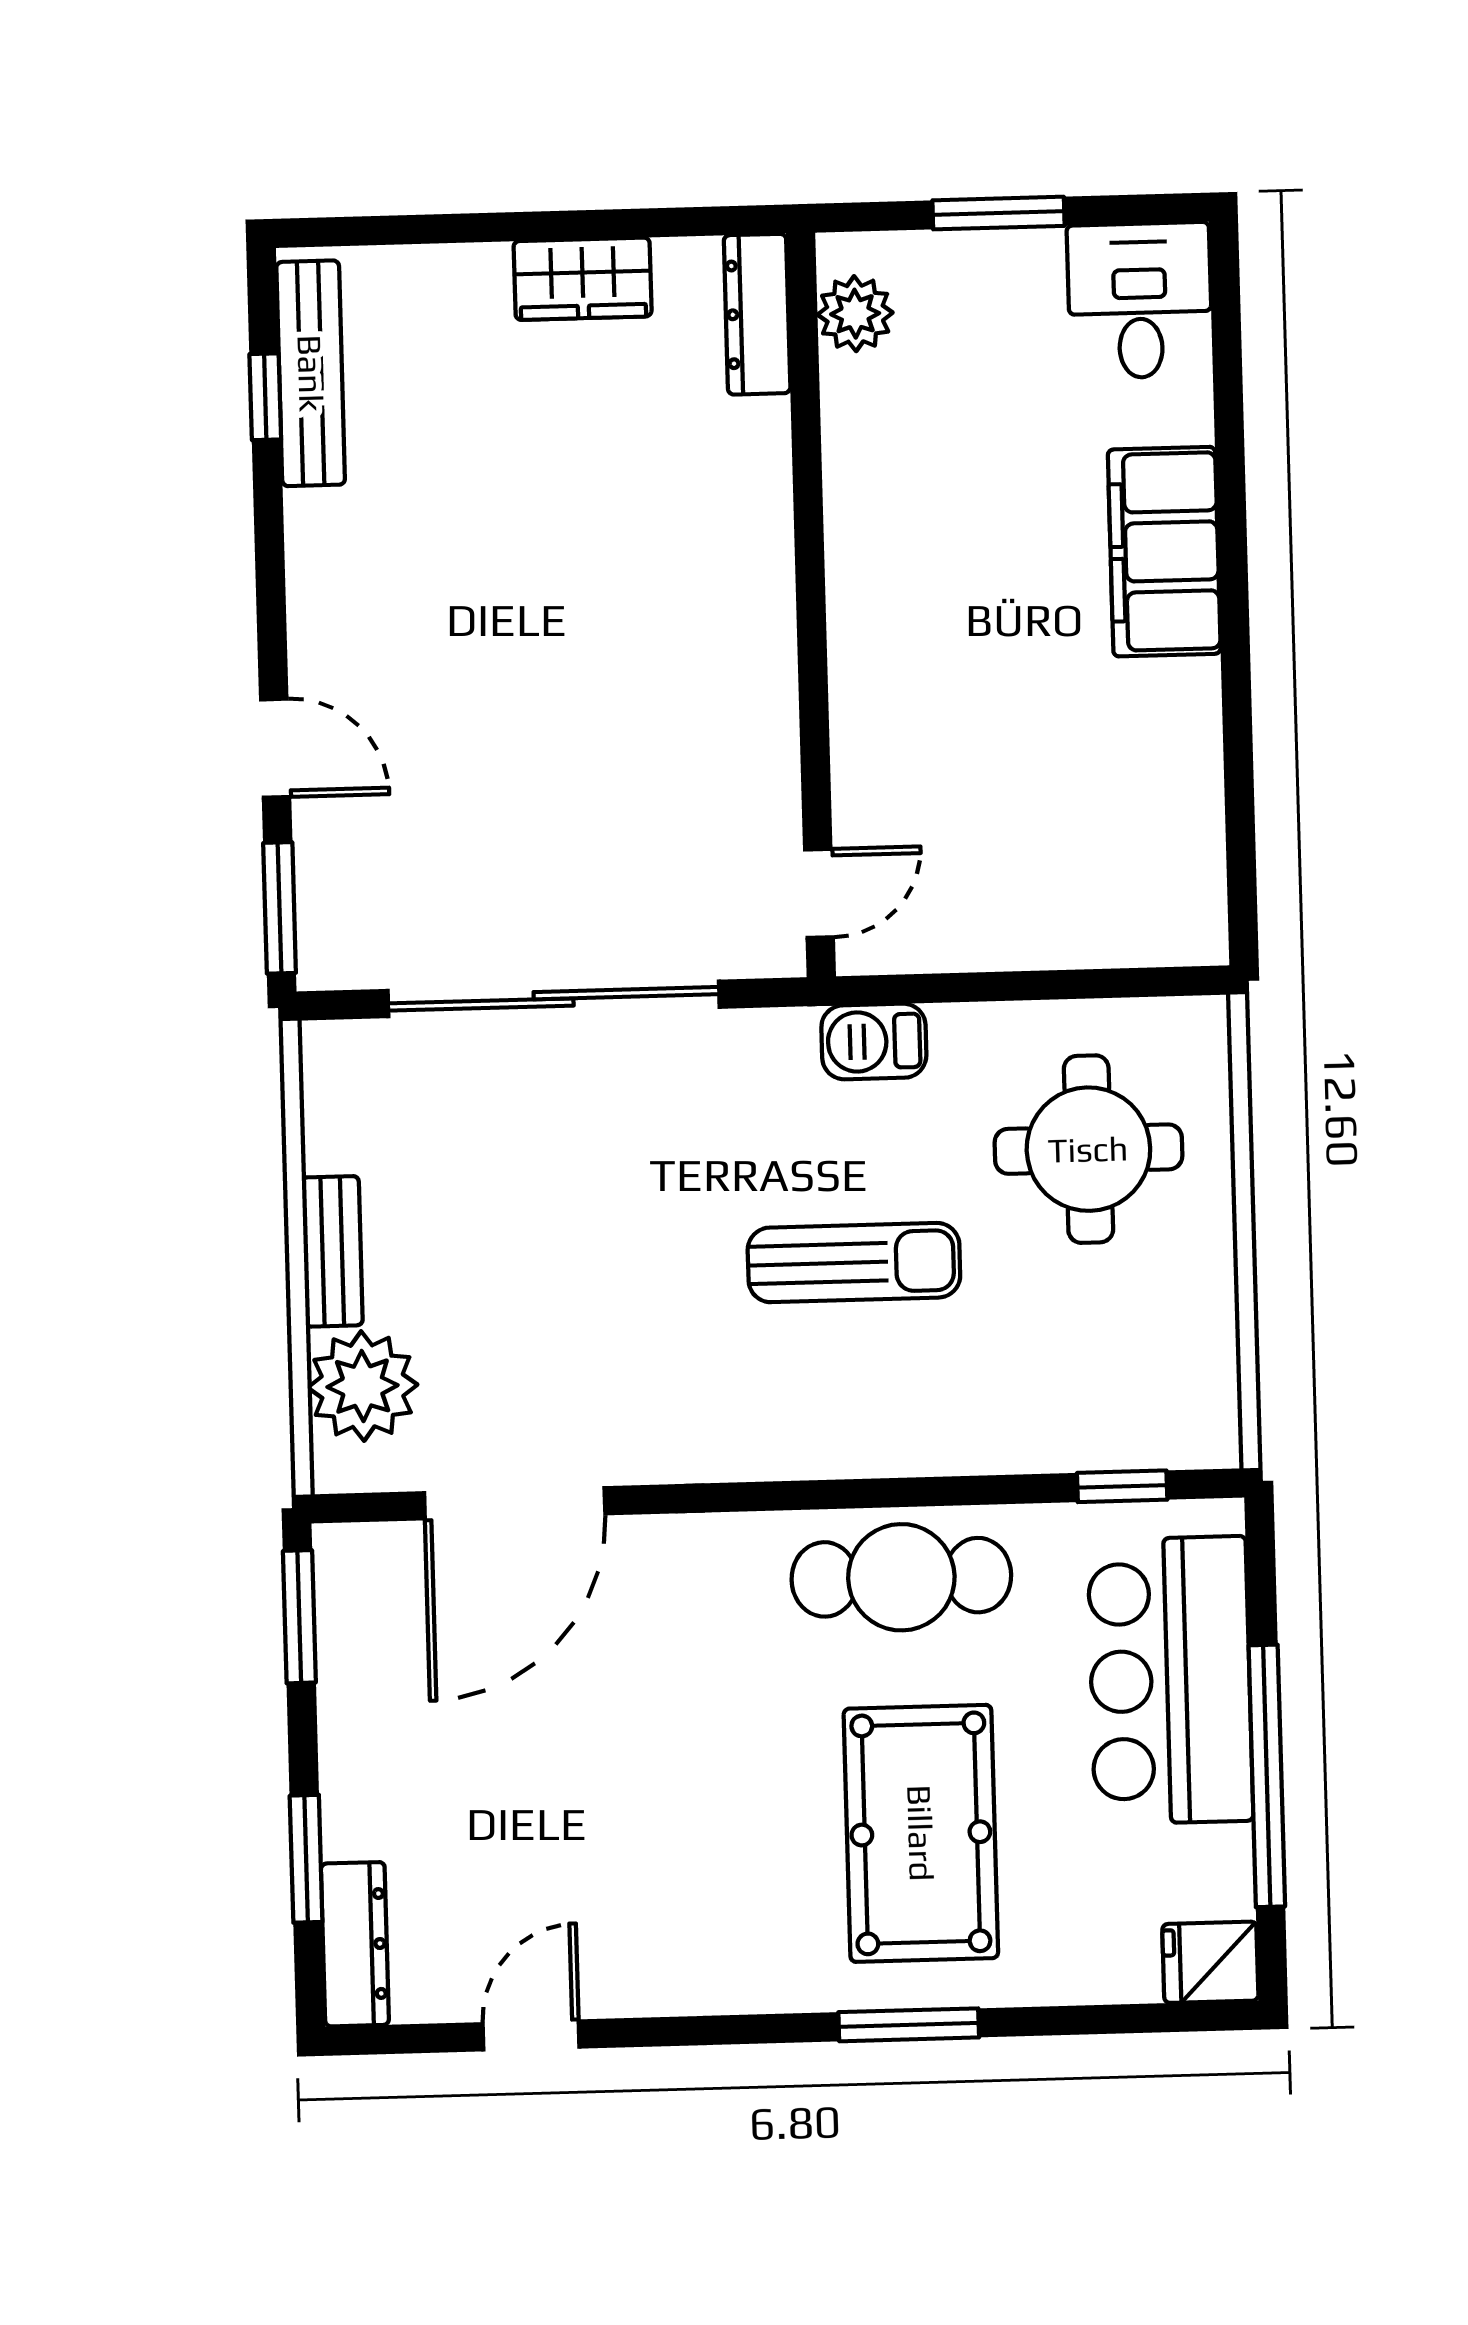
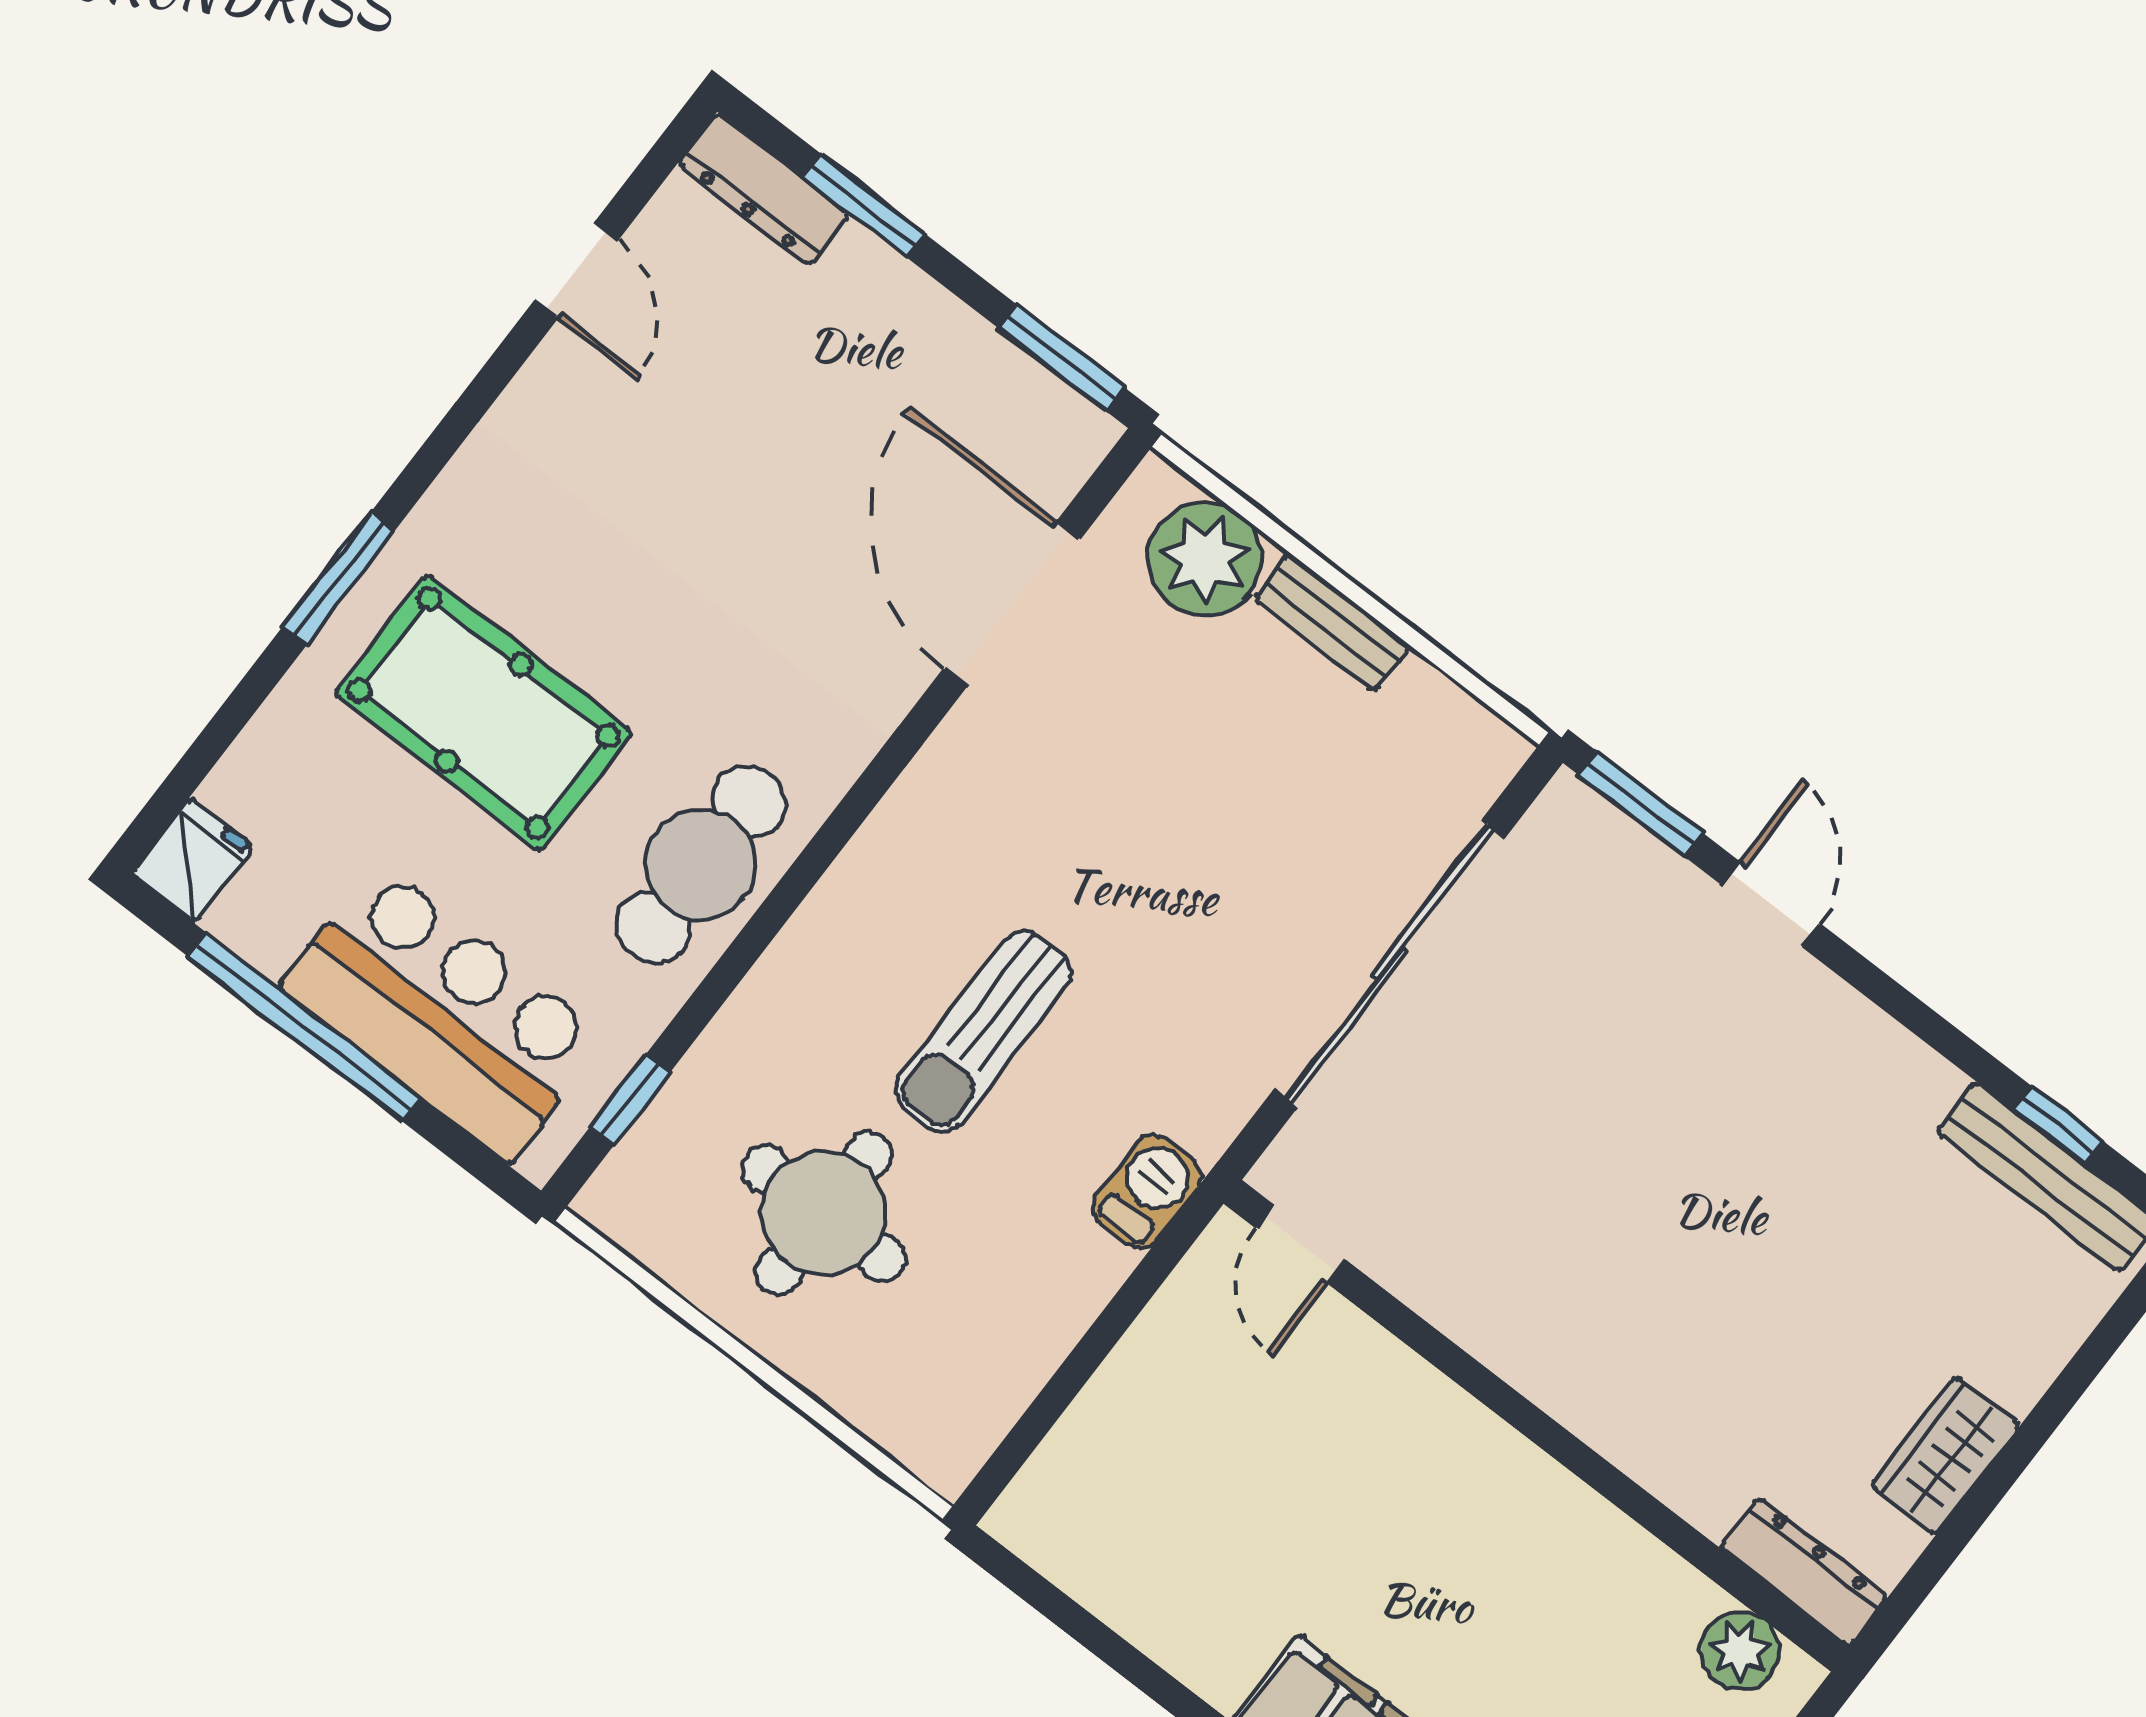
door: (275, 748) -> (1771, 904), swing flipped
round table: (1088, 1149) -> (824, 1213), moved

